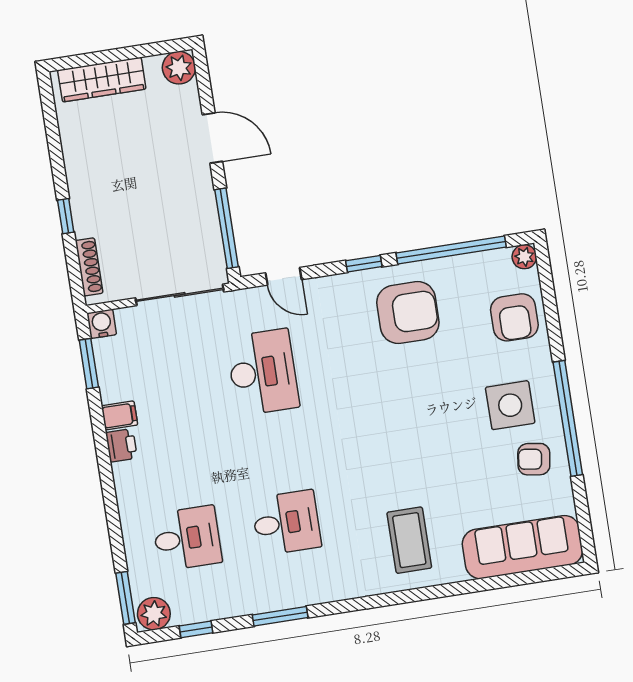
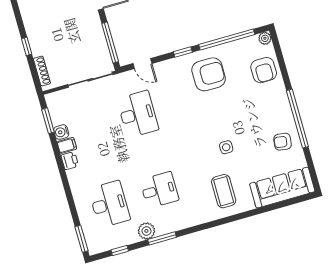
water cooler: (102, 324) -> (61, 132), moved, turned -90
side table: (510, 405) -> (226, 147), moved, width x0.54, depth x0.54
desk: (187, 538) -> (109, 204), width x1.37
plant: (154, 614) -> (146, 231), moved

